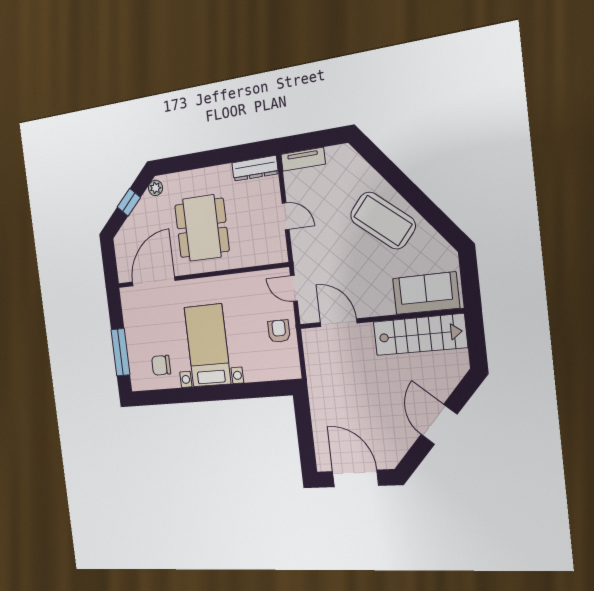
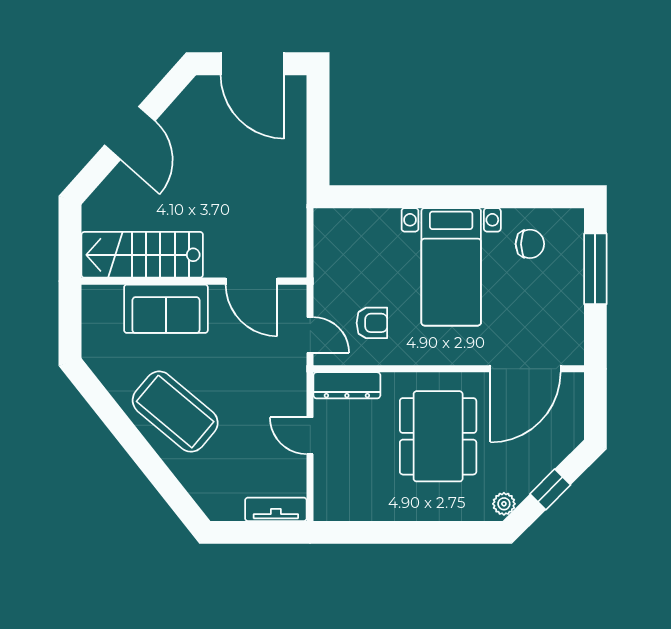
dresser: (255, 168) -> (347, 385), moved, turned 180
sofa: (426, 293) -> (166, 309), moved
armchair: (279, 331) -> (372, 323), moved, turned -90

